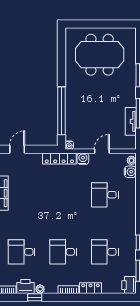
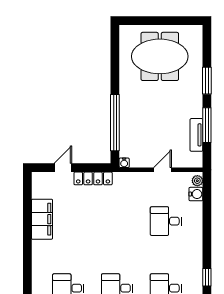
locker: (59, 158) -> (93, 178), moved
water cooler: (83, 159) -> (140, 179), removed

